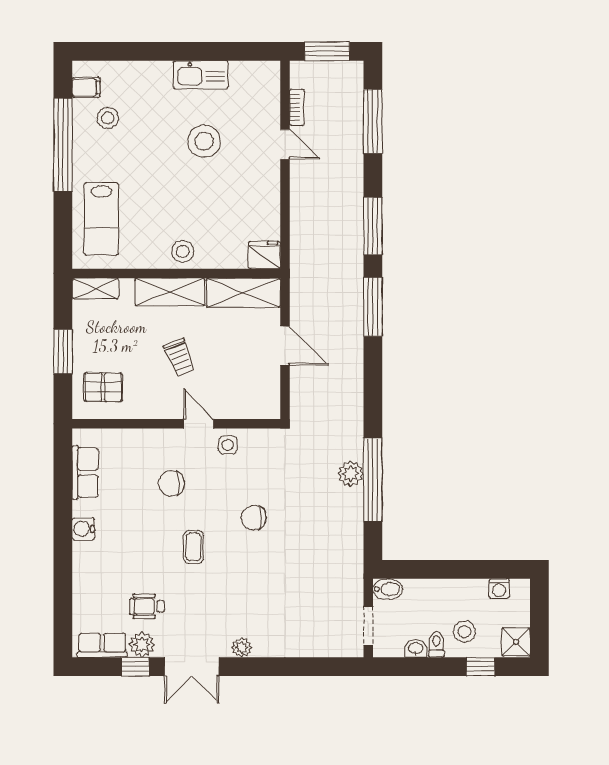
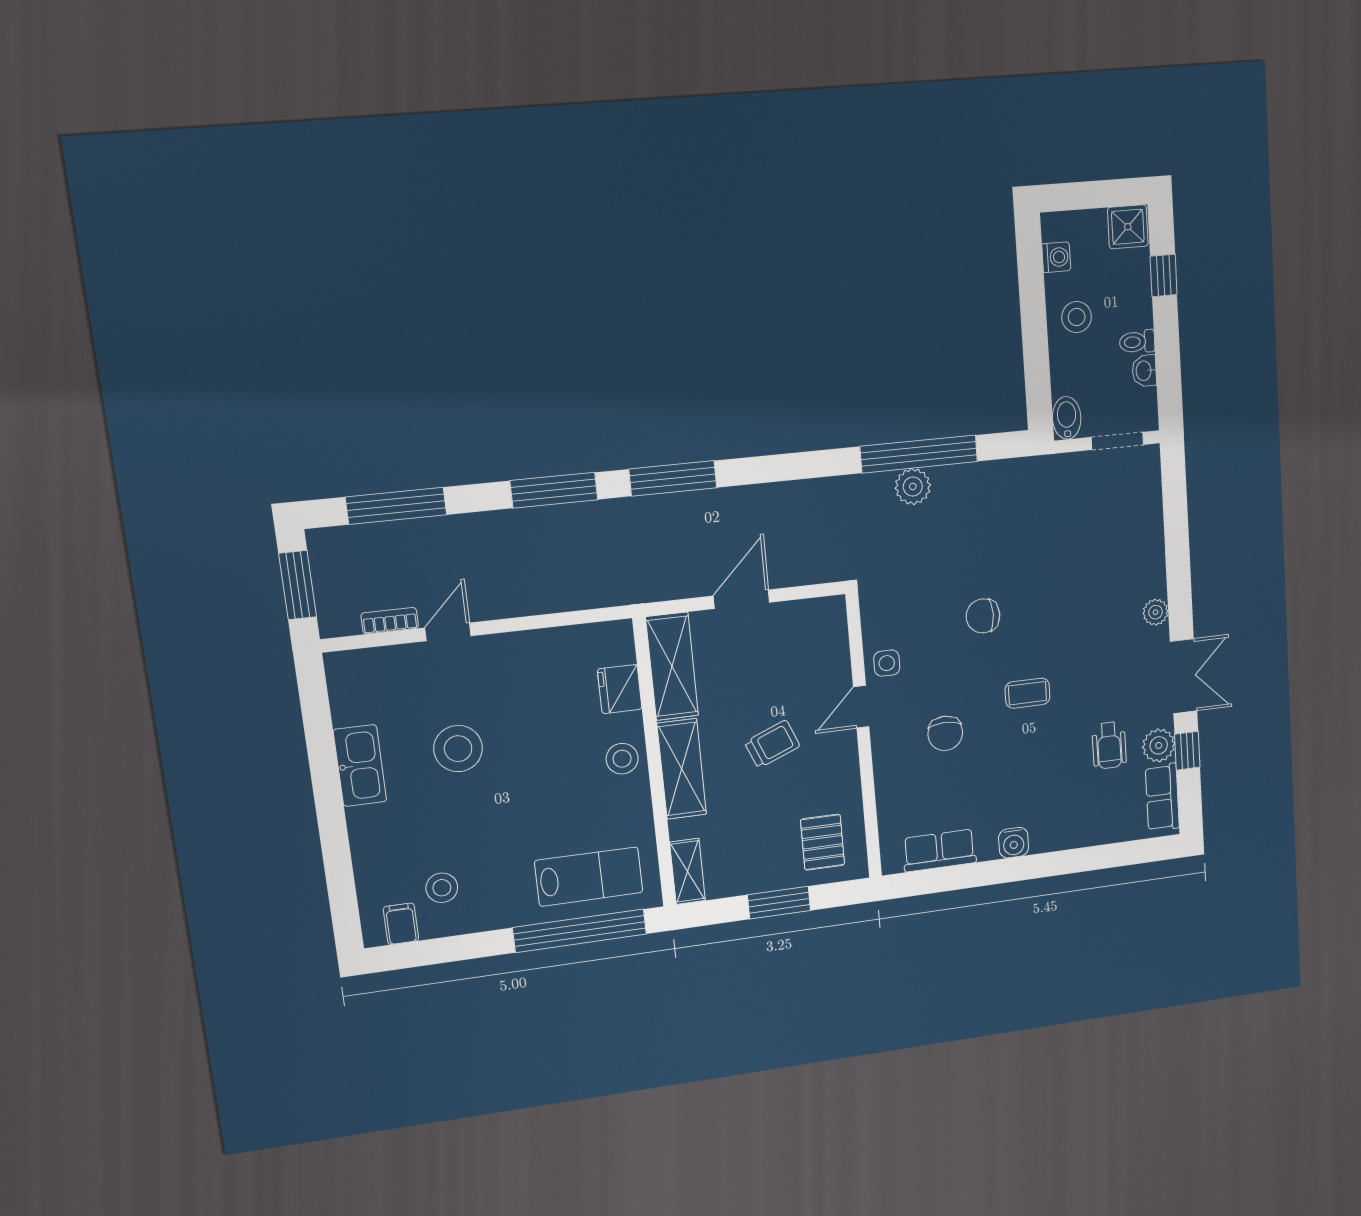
window: (63, 145) -> (580, 931), moved
fridge: (264, 255) -> (620, 689), moved
chair: (254, 518) -> (983, 616), turned 90
stool: (464, 632) -> (1077, 317), moved

